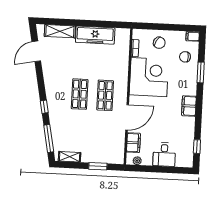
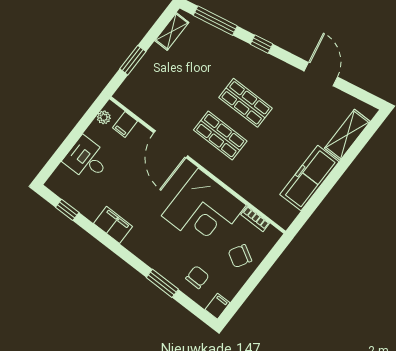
door: (36, 51) -> (321, 74), moved
filing cabinet: (189, 106) -> (113, 225), moved
filing cabinet: (133, 143) -> (125, 124), width x0.50

